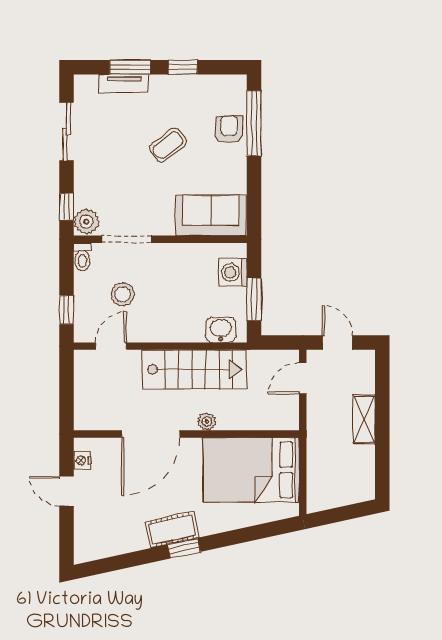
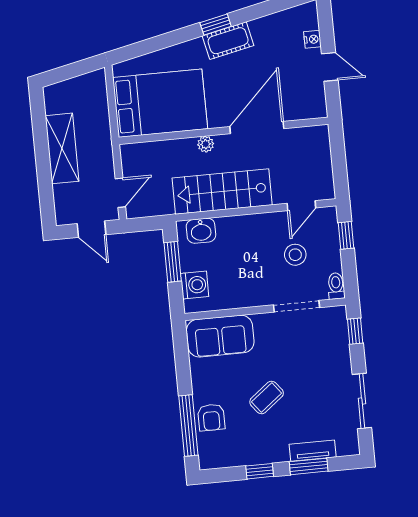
plant: (86, 222) -> (335, 319), removed
shelving: (364, 419) -> (62, 148), width x1.50, depth x1.33
nightstand: (82, 460) -> (312, 39), moved

